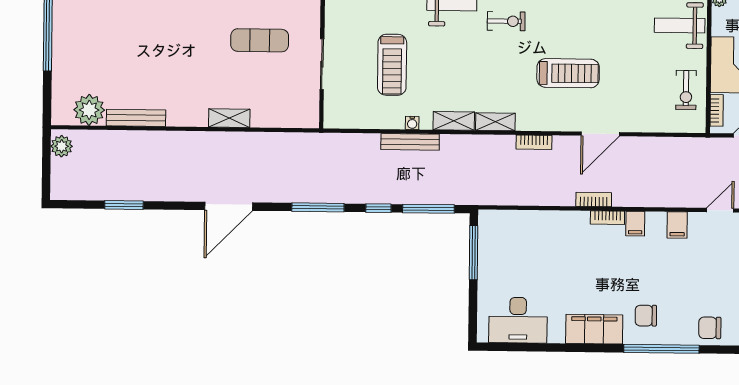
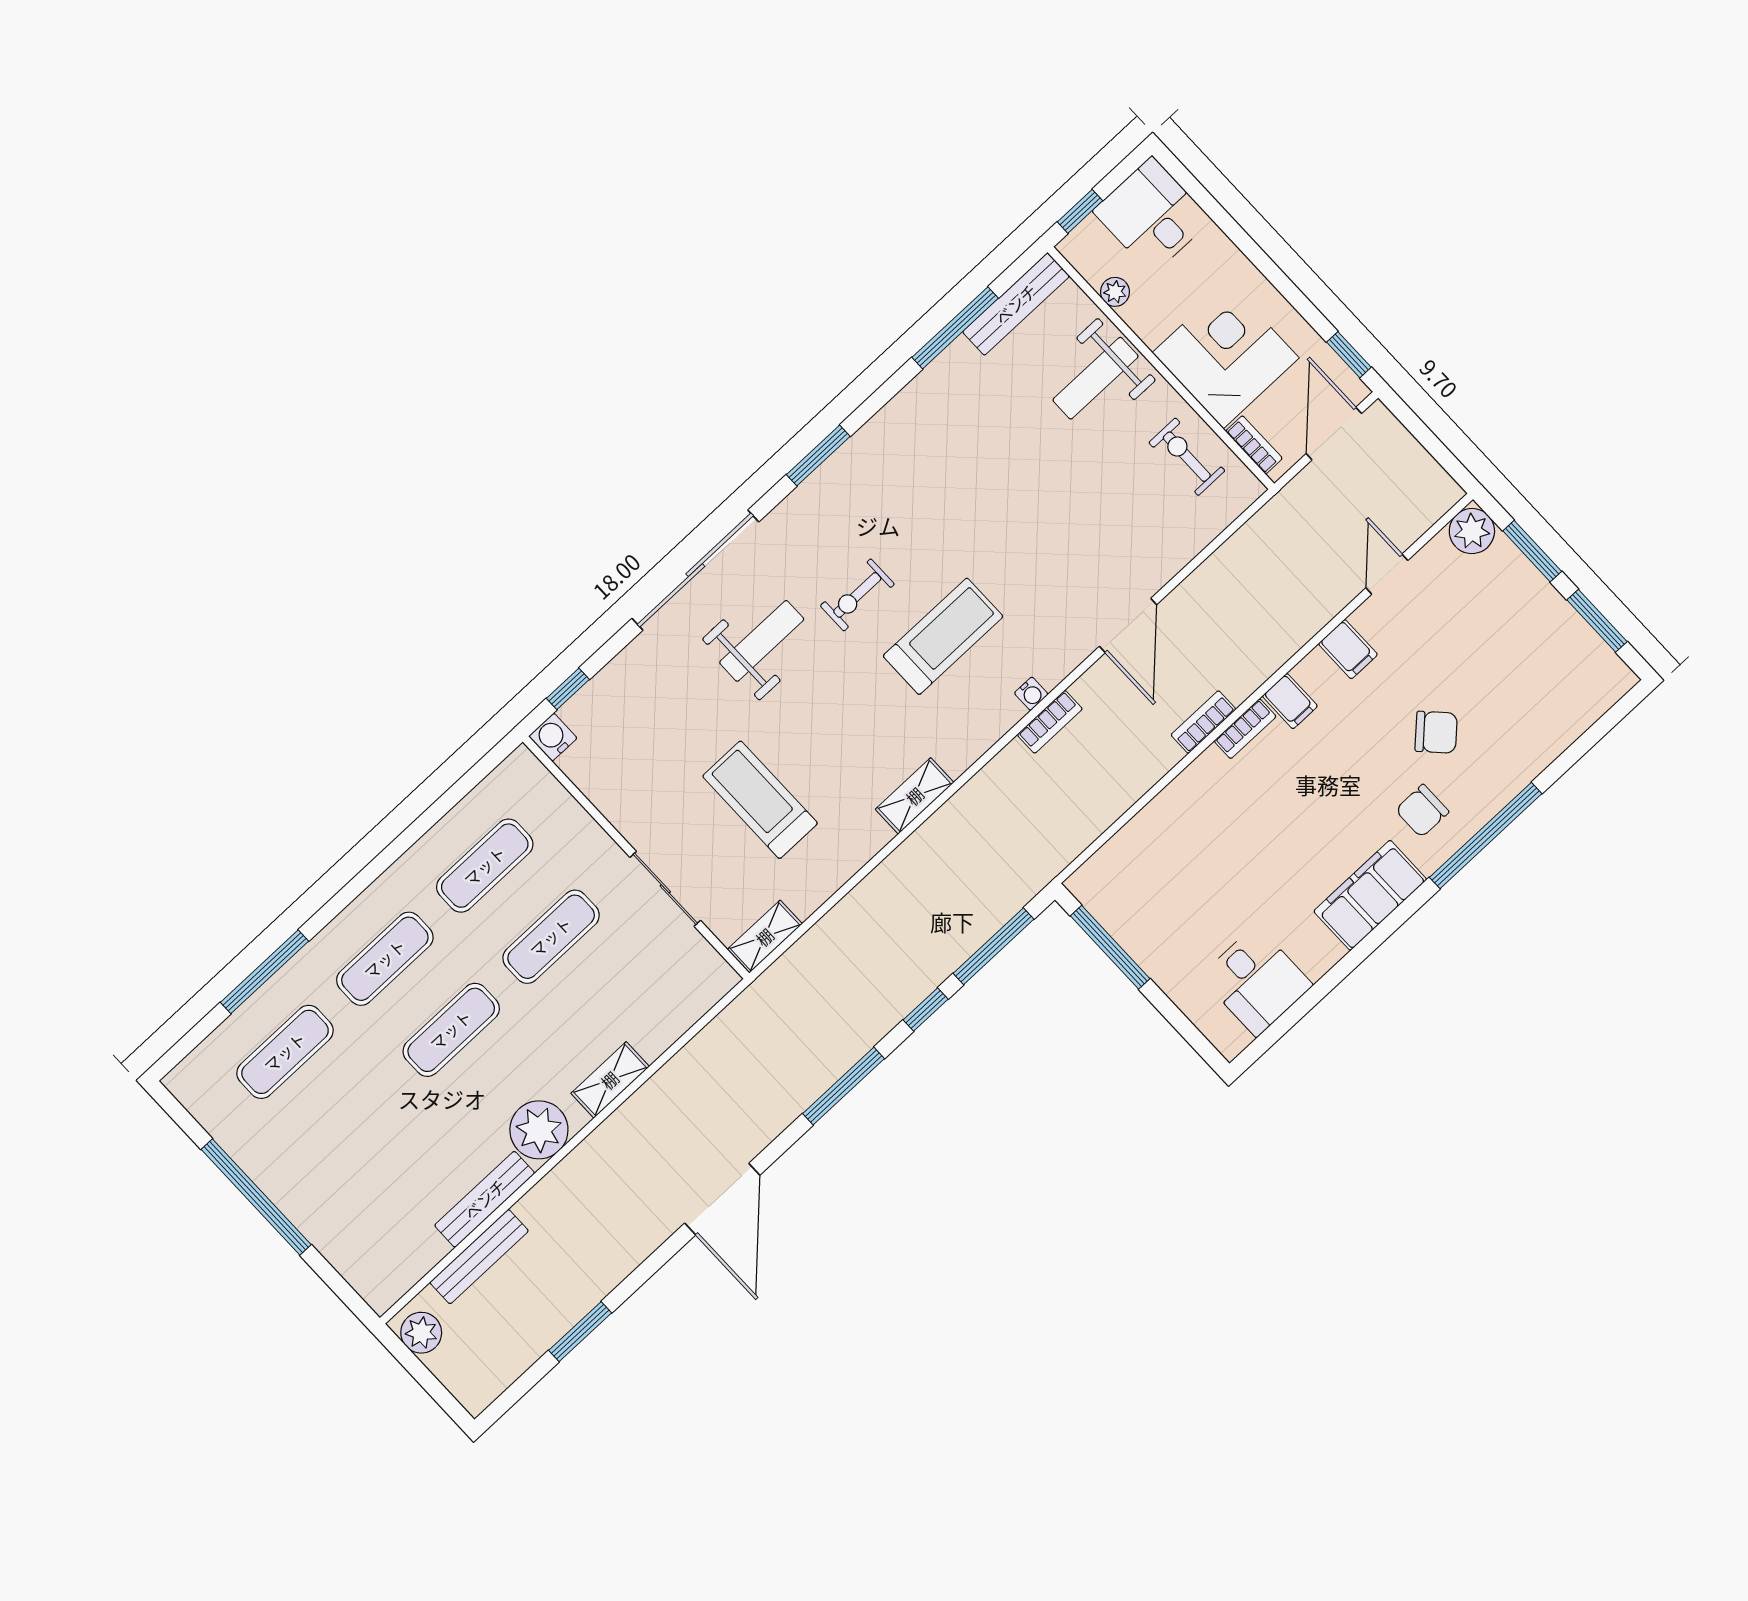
exercise bike: (506, 21) -> (857, 595), turned 180
exercise mat: (186, 39) -> (451, 1030), added
treadmill: (392, 65) -> (760, 800), turned 180
treadmill: (568, 73) -> (943, 636), moved
exercise bike: (686, 90) -> (1187, 457), turned 180
plant: (89, 110) -> (539, 1130), moved
shelving: (495, 122) -> (765, 937), moved
water cooler: (412, 123) -> (1031, 694), moved
bench: (410, 142) -> (479, 1257), moved
desk: (518, 320) -> (1256, 981), width x0.73
chair: (710, 328) -> (1436, 732), moved, turned -134

